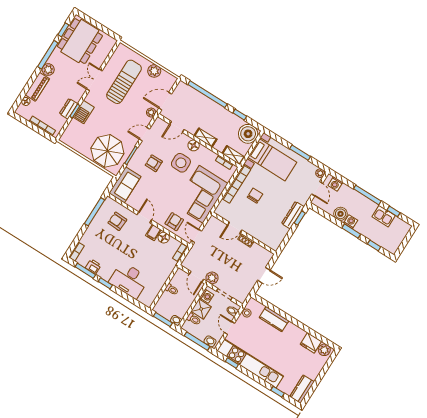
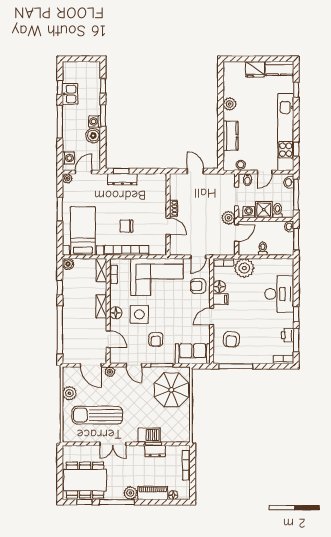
boiler: (248, 134) -> (68, 264), width x0.54, depth x0.54
plant: (166, 266) -> (244, 268), added
fridge: (311, 343) -> (255, 69), moved, turned 90
plant: (324, 350) -> (230, 104), moved

